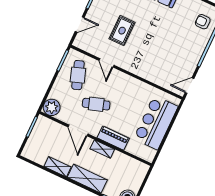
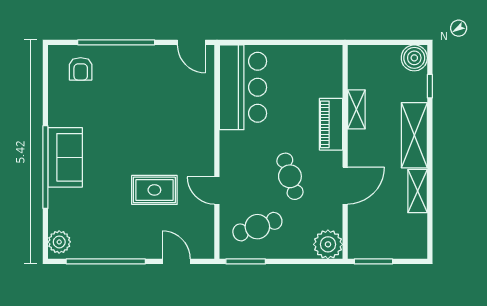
door: (107, 63) -> (217, 191), swing flipped
bar counter: (156, 123) -> (243, 87), moved, turned -90
shelving: (102, 149) -> (356, 109), moved

